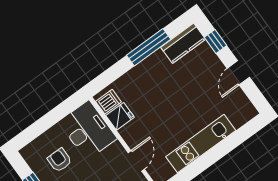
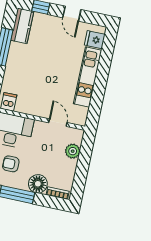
fridge: (120, 116) -> (95, 40), moved, turned -90

